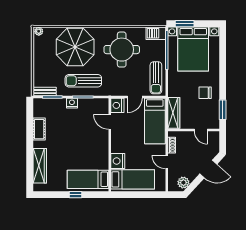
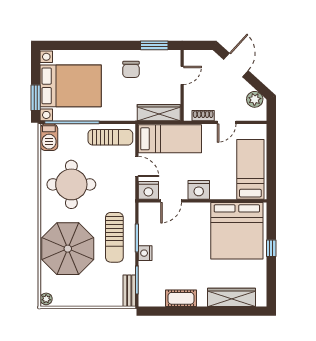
nightstand: (118, 161) -> (199, 190), moved
bed: (88, 179) -> (237, 231), width x2.04

